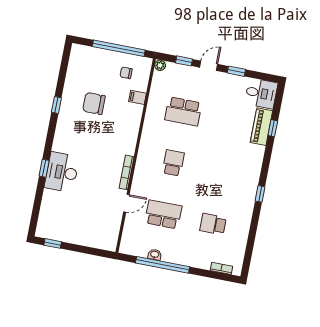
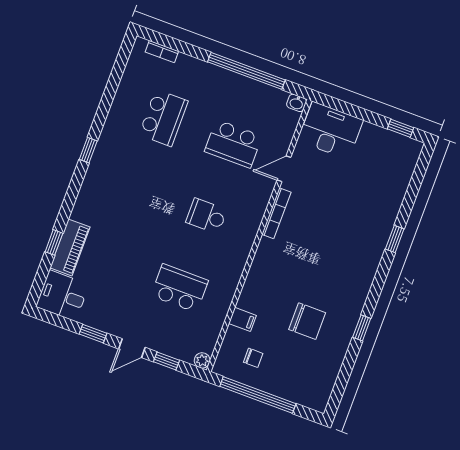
school desk: (173, 163) -> (206, 216), turned 90
desk: (62, 172) -> (331, 131), moved, turned -90
school desk: (213, 224) -> (164, 118), width x1.85
washbasin: (155, 255) -> (297, 103), moved

